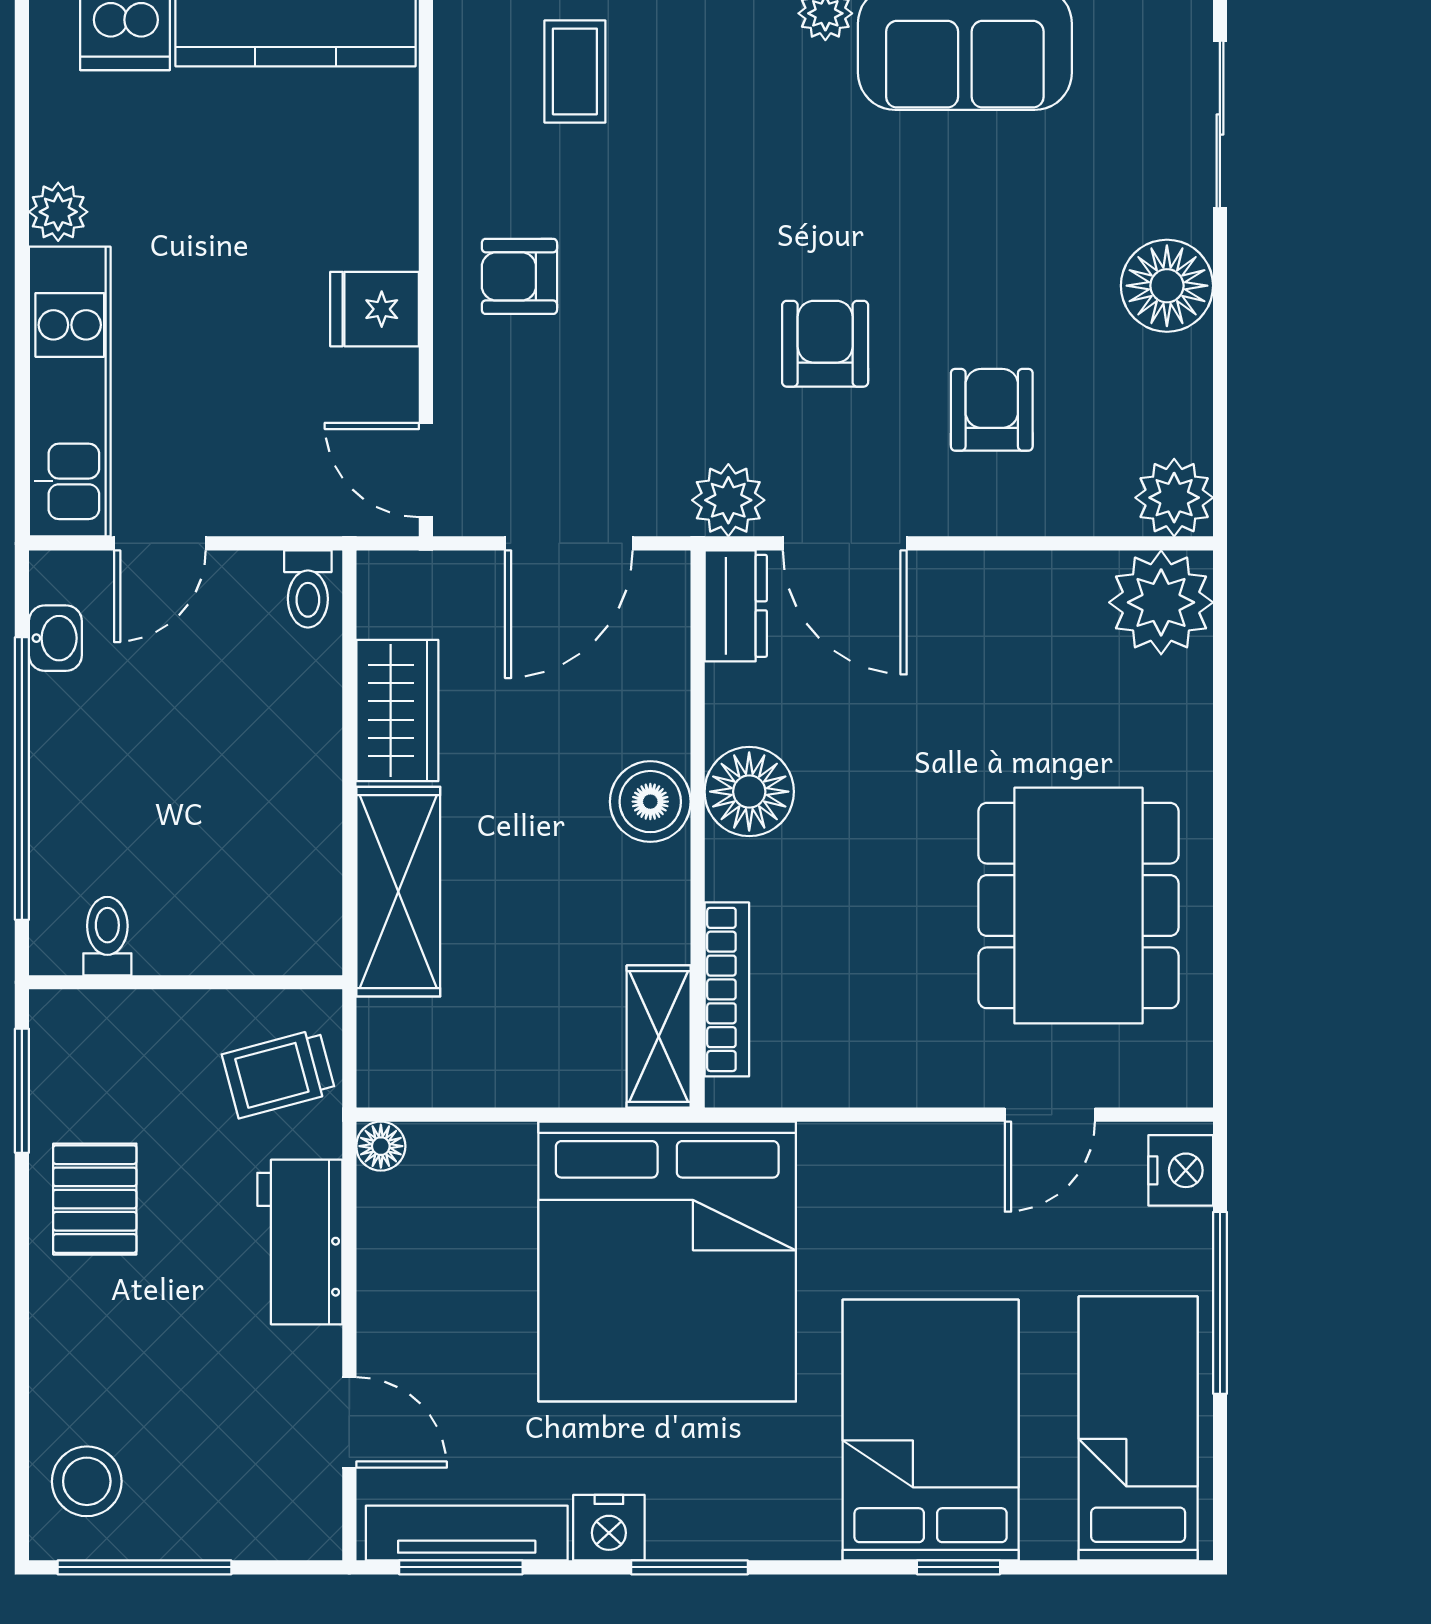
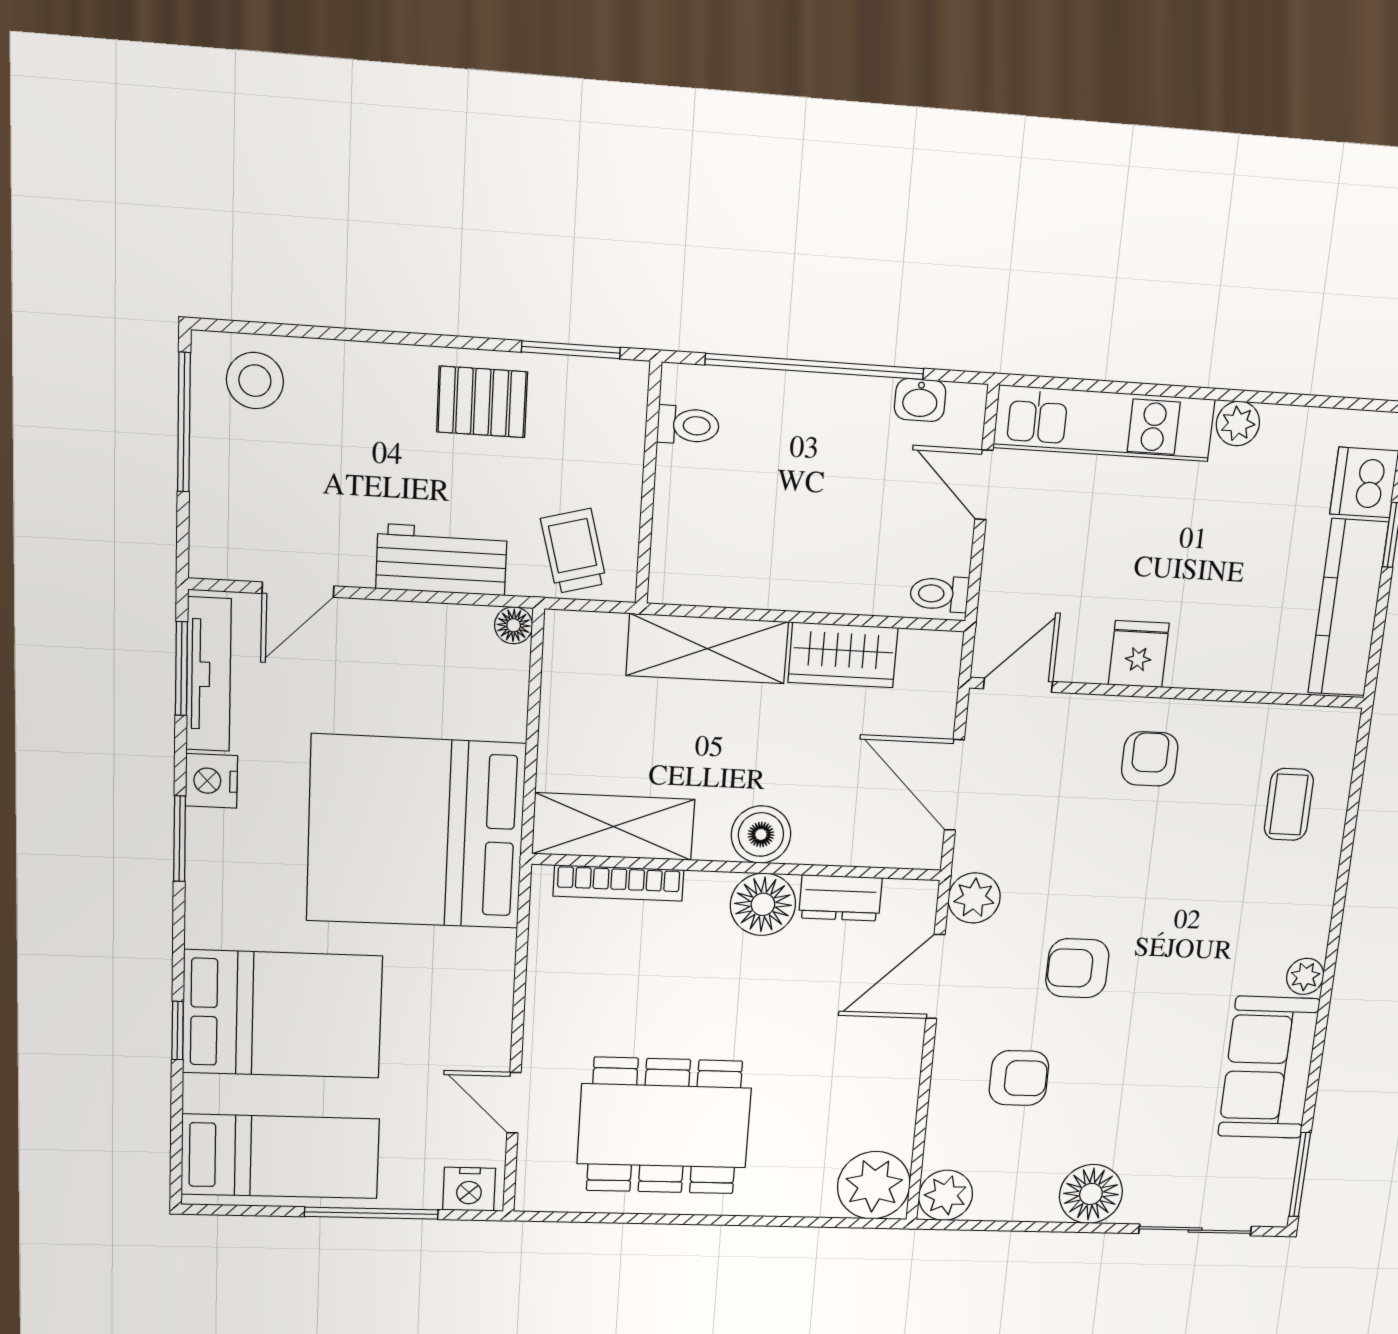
coffee table: (575, 71) -> (1289, 804), turned 90
armchair: (825, 344) -> (1077, 968), turned 180
dresser: (736, 606) -> (840, 898), moved
shelving: (659, 1037) -> (613, 827), width x1.50, depth x1.33

